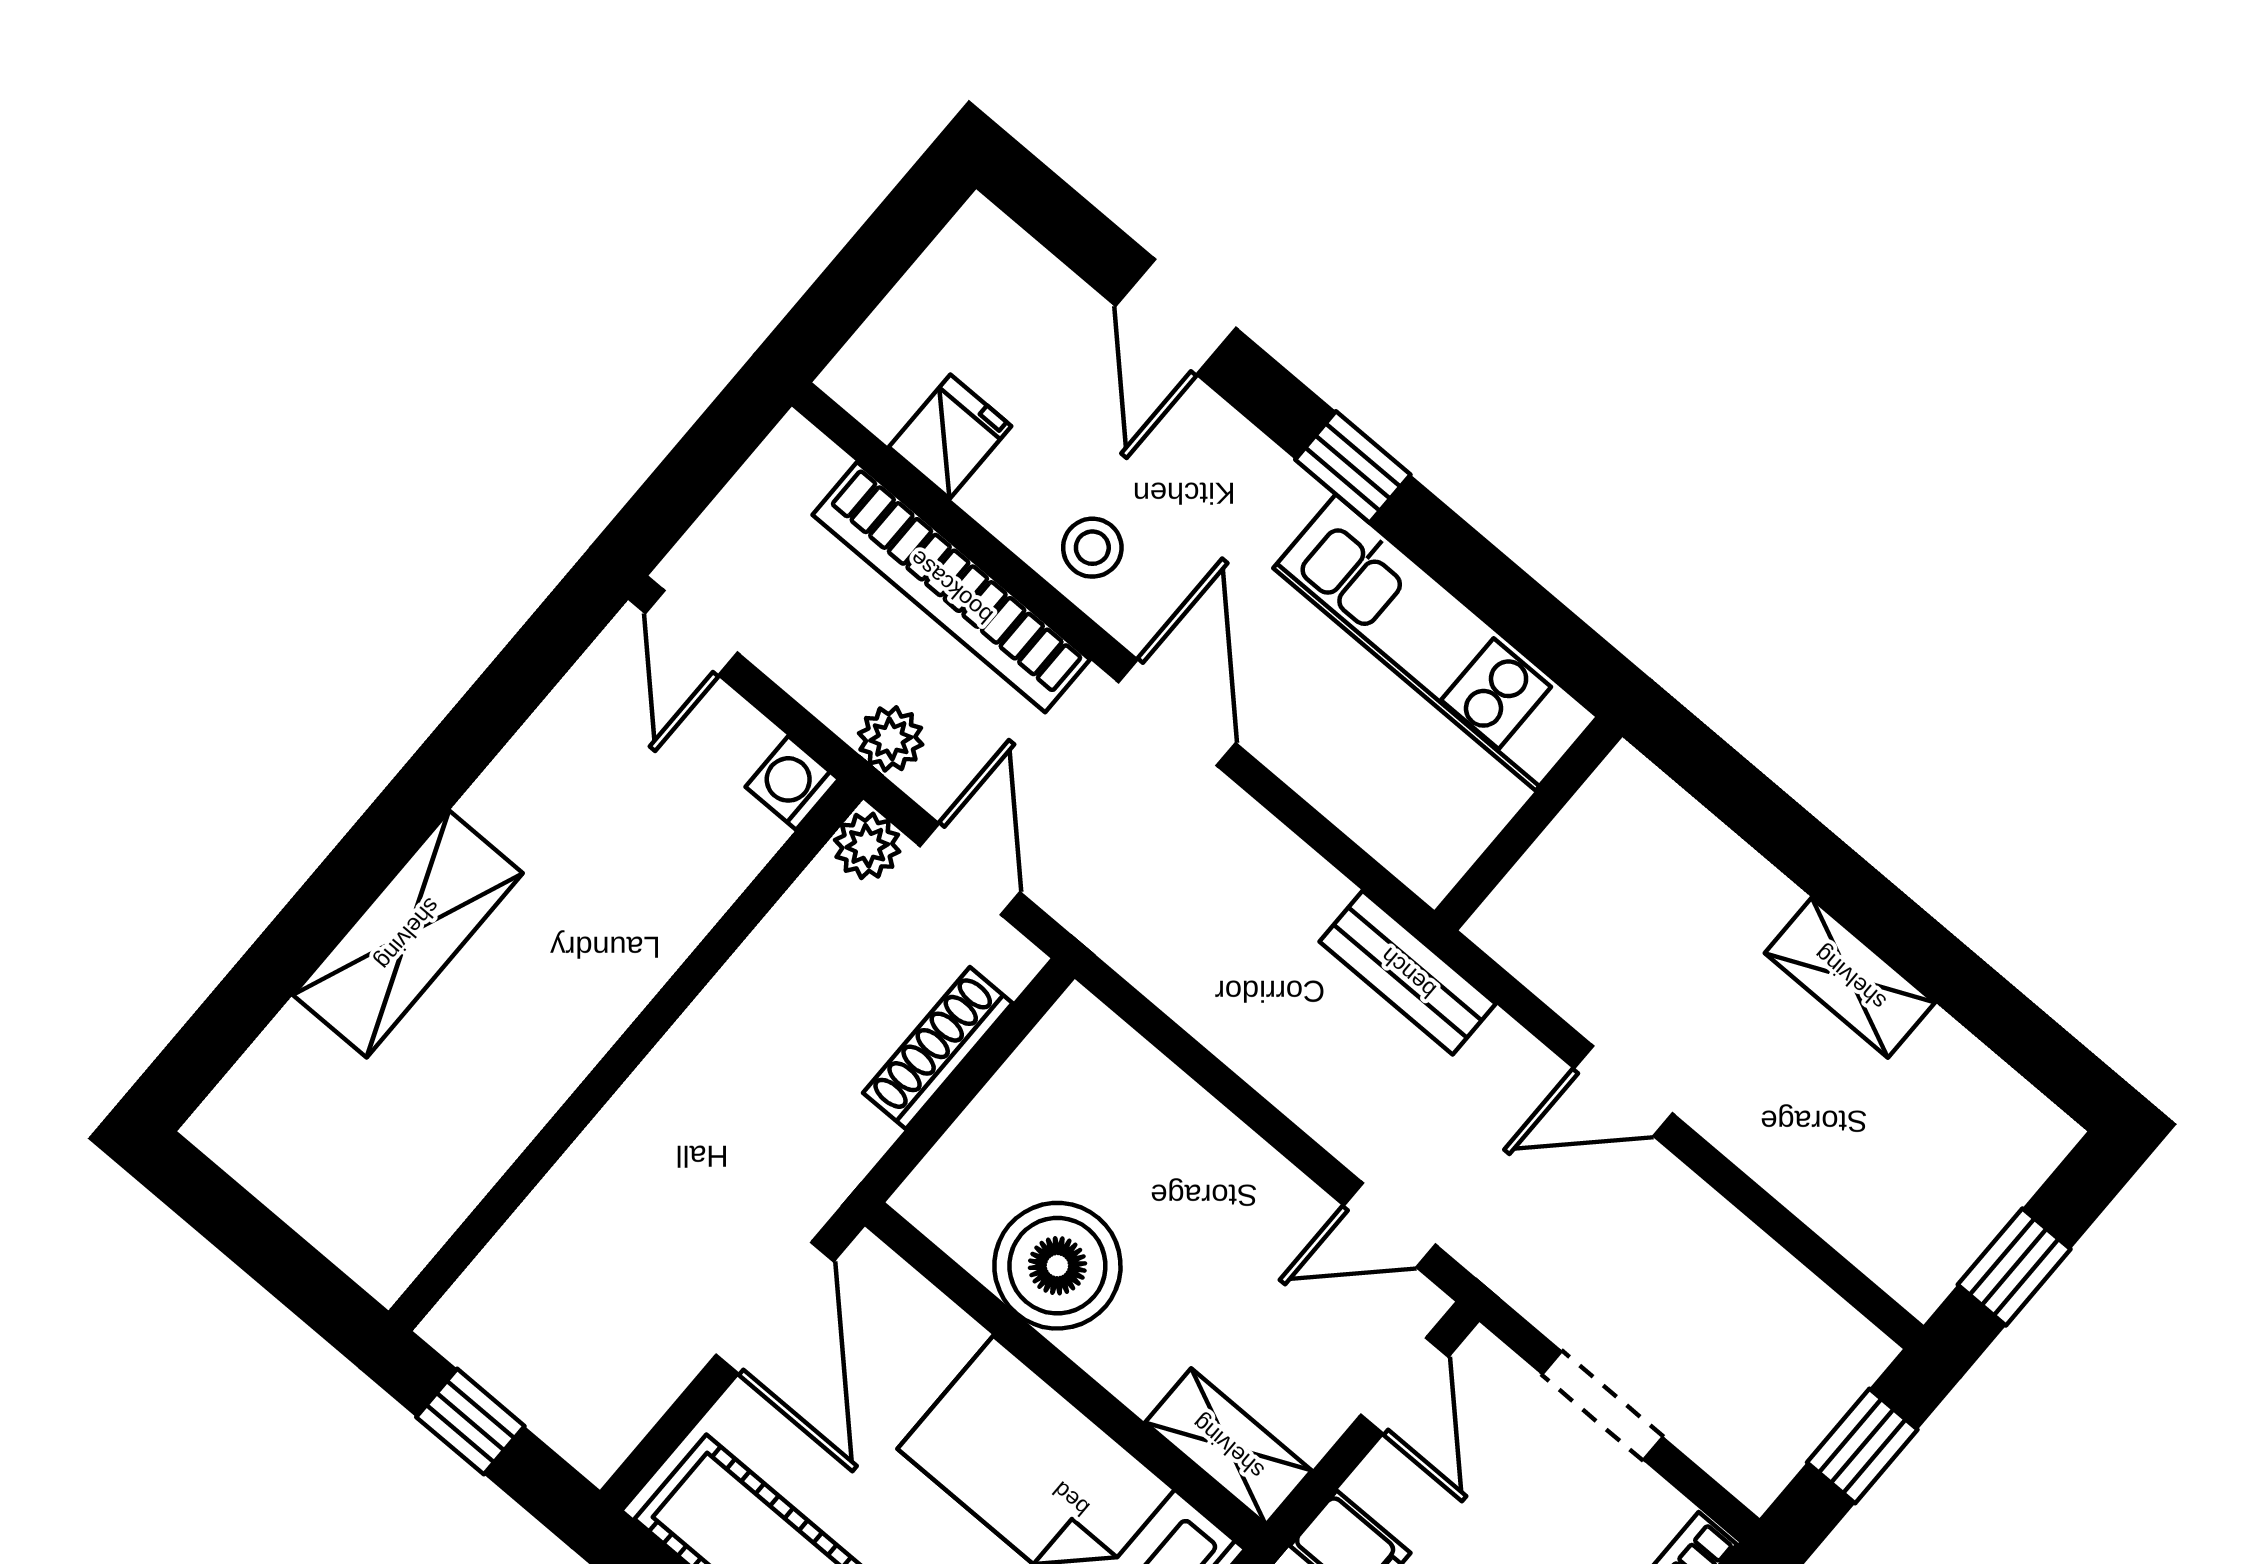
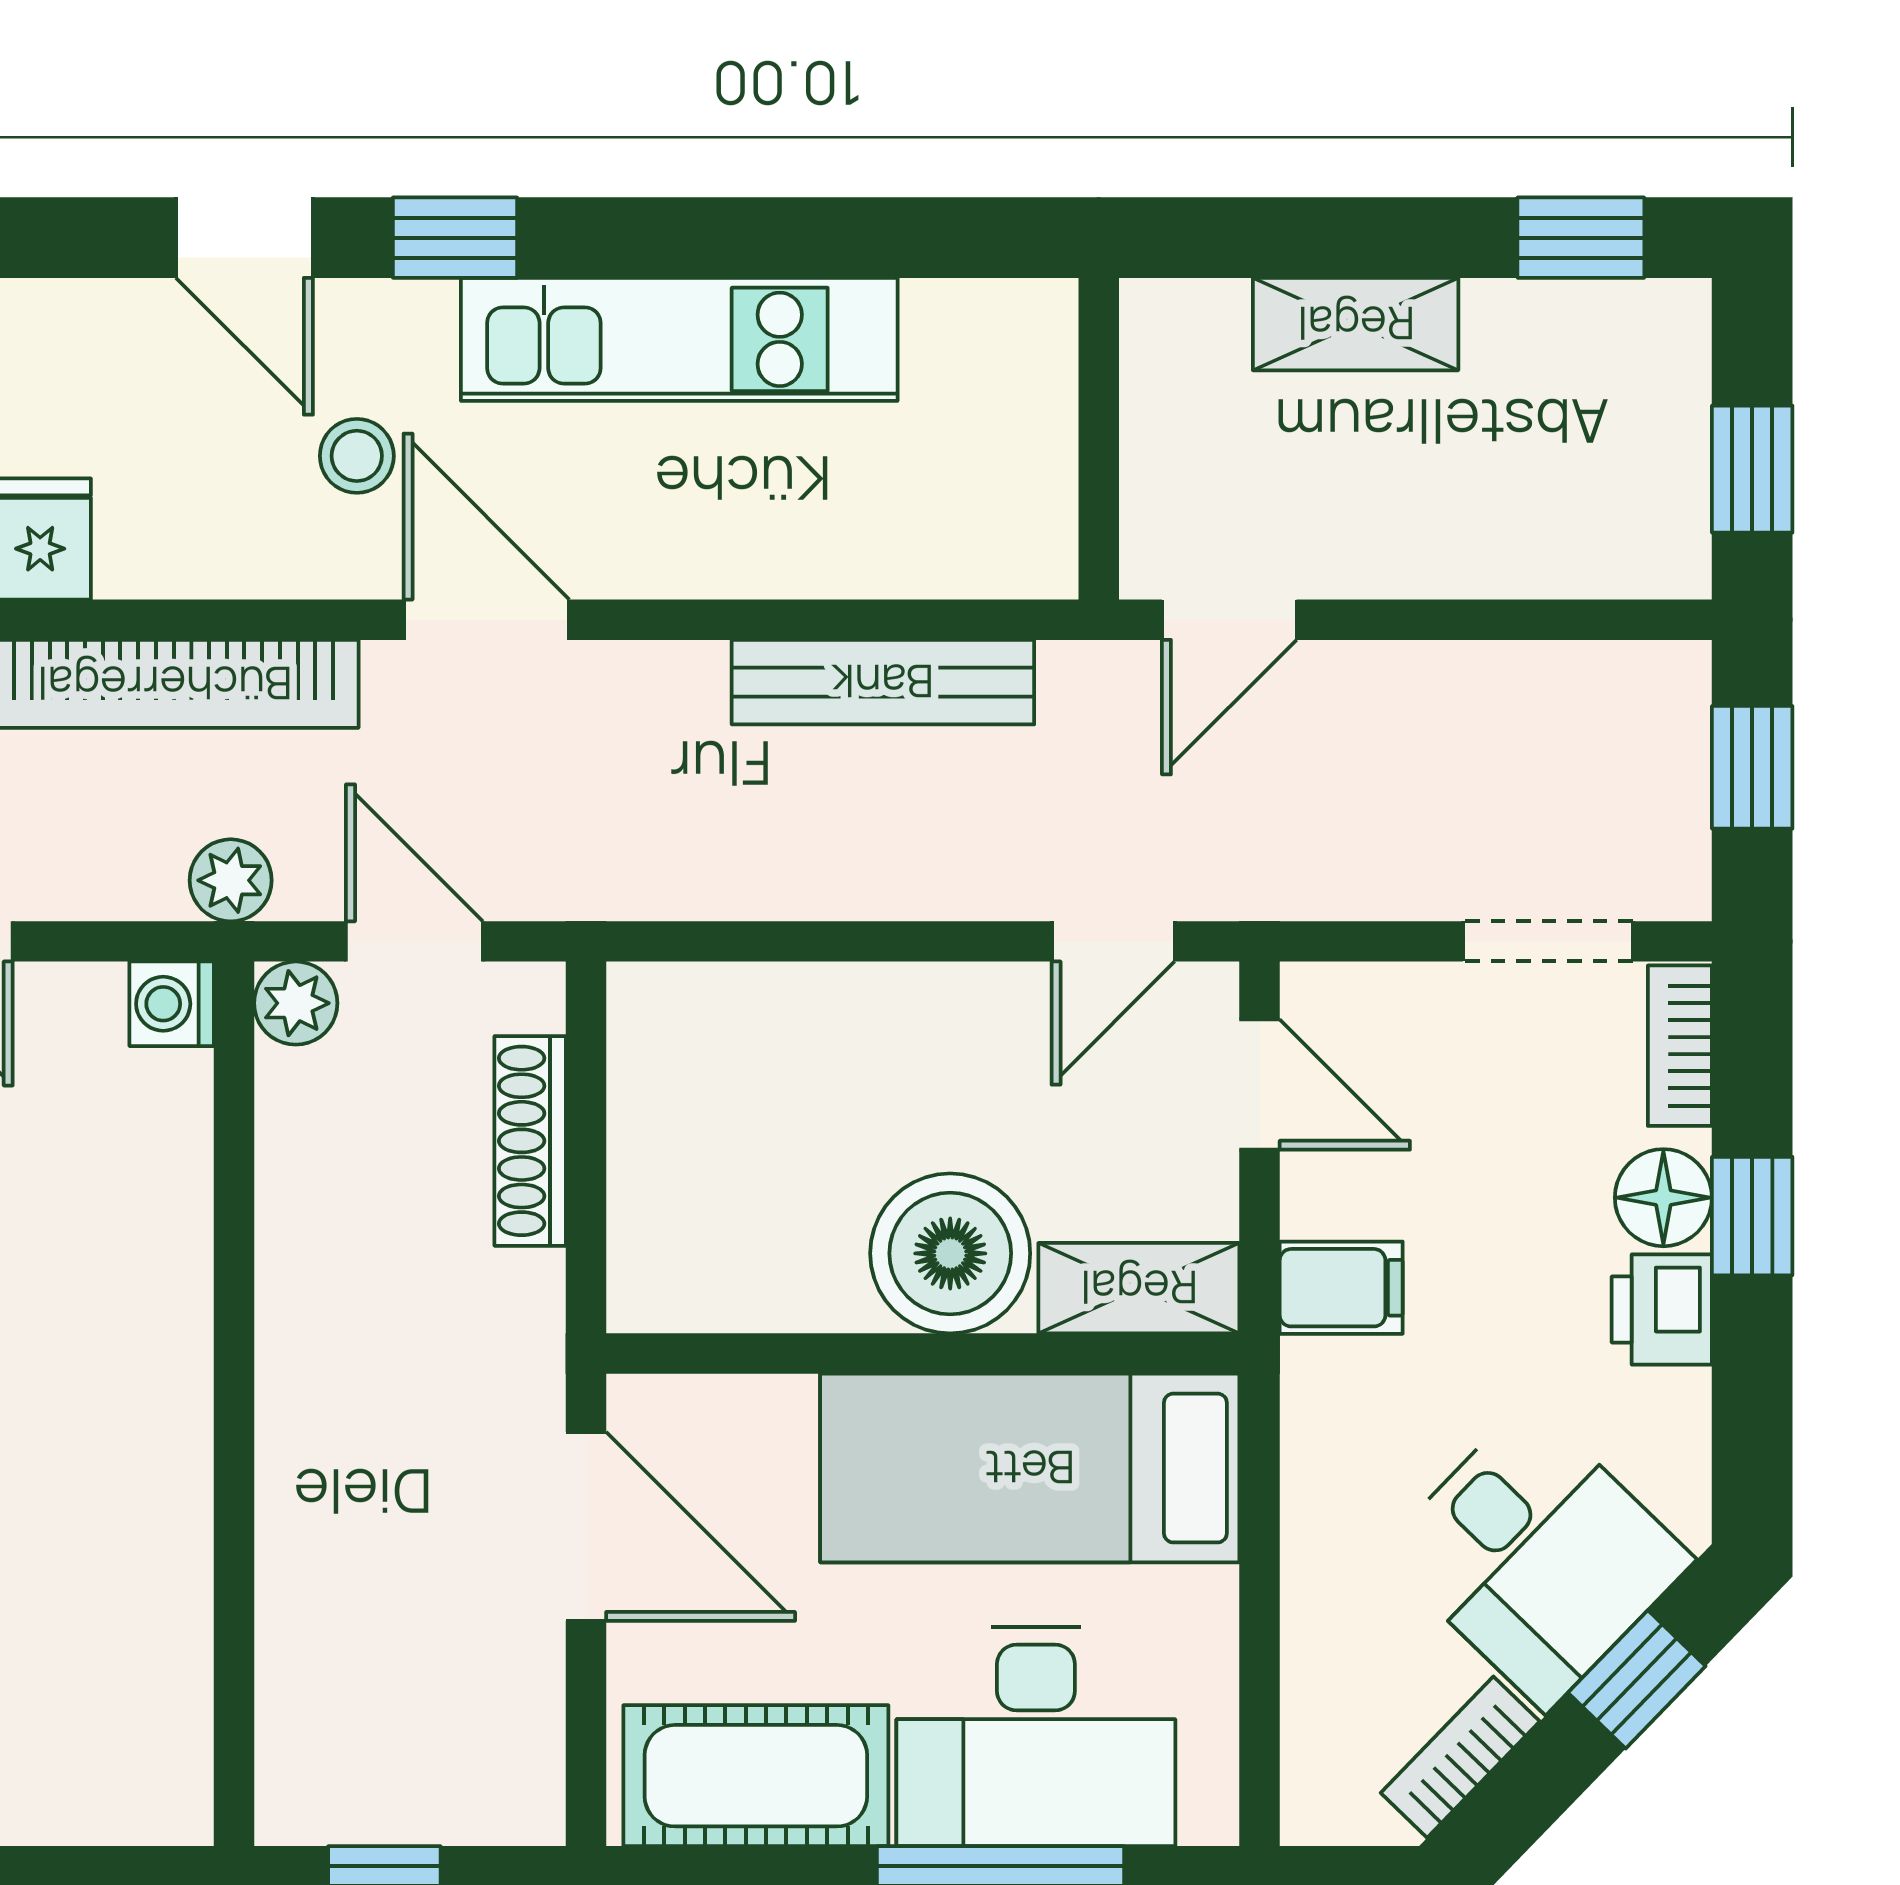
door: (1176, 317) -> (244, 238), moved
stool: (1092, 548) -> (357, 456), moved
wall: (1528, 824) -> (1099, 439), moved
bench: (1408, 973) -> (883, 682), width x1.36
window: (2029, 1041) -> (1581, 238), added
boiler: (1057, 1266) -> (950, 1253), moved
doorway: (1602, 1406) -> (1548, 941), moved

